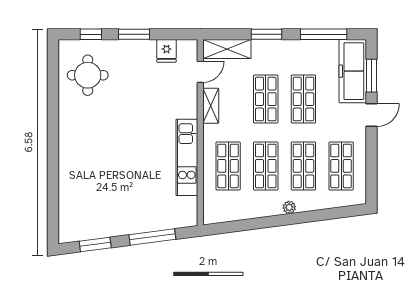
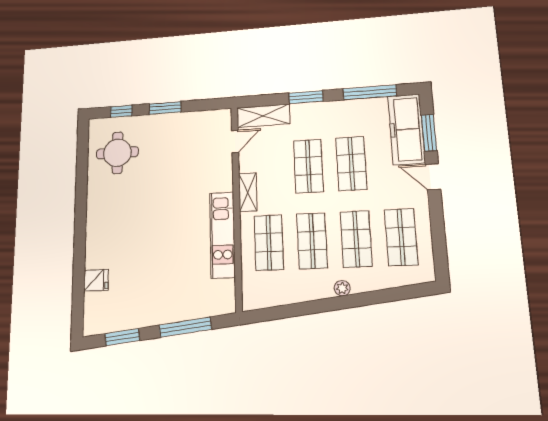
fridge: (167, 51) -> (96, 280), moved, turned -90
shelving: (211, 106) -> (248, 192), moved
door: (372, 115) -> (433, 177), swing flipped

